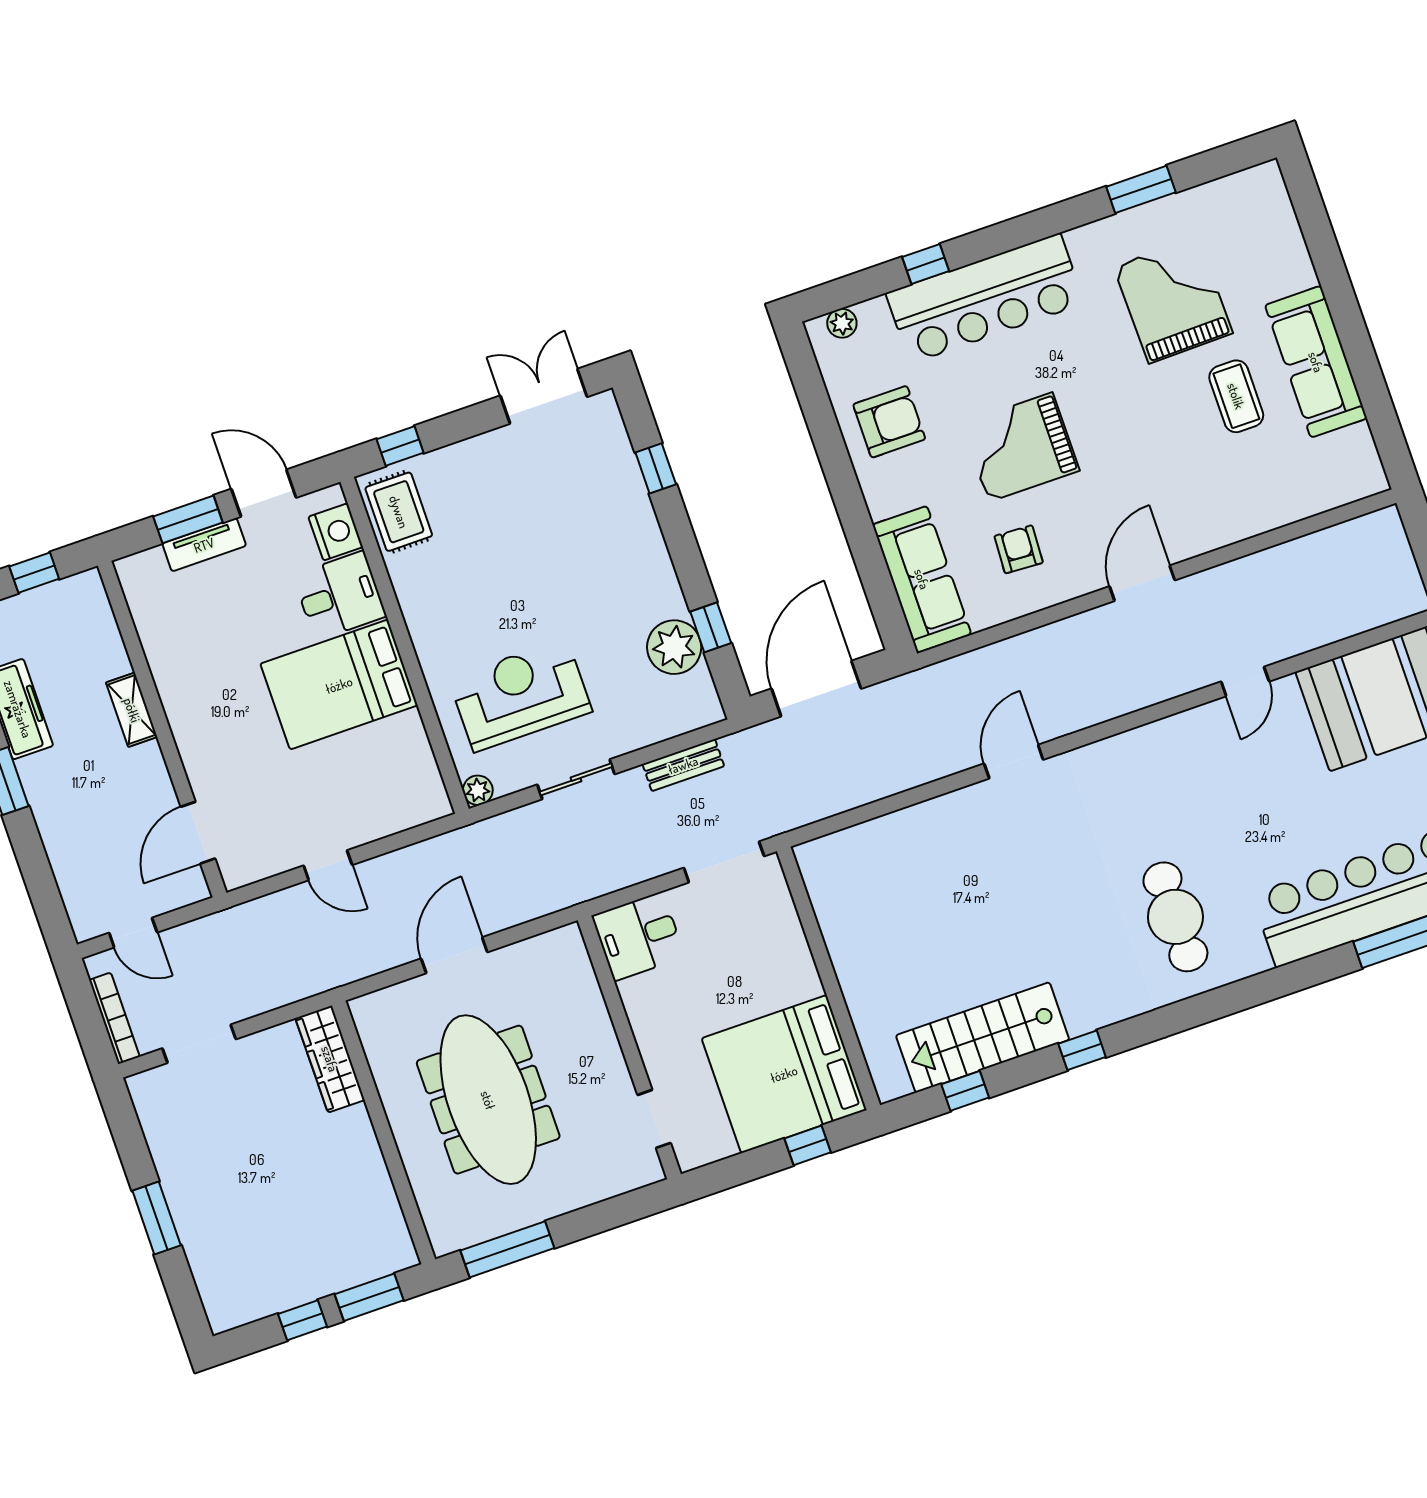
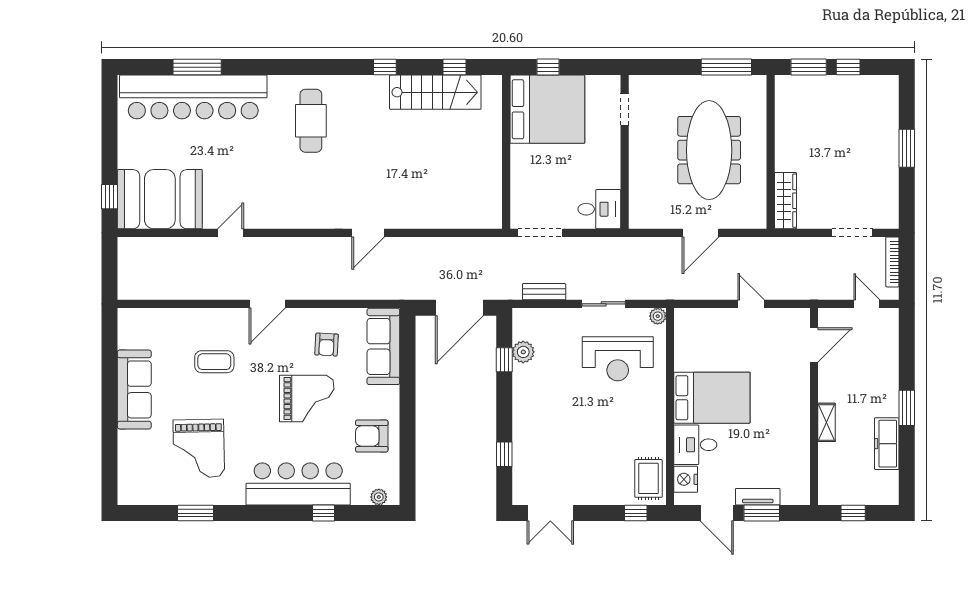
coffee table: (1236, 396) -> (214, 362), moved, turned 90
plant: (674, 647) -> (523, 352), width x0.73, depth x0.73

